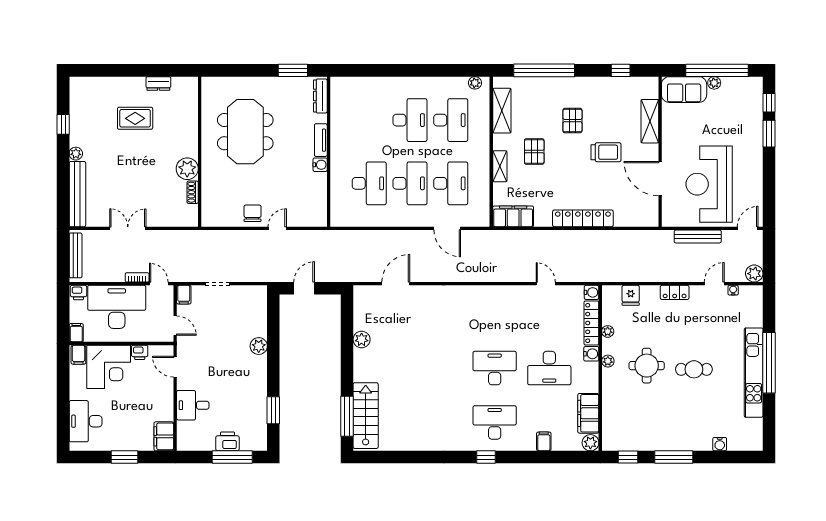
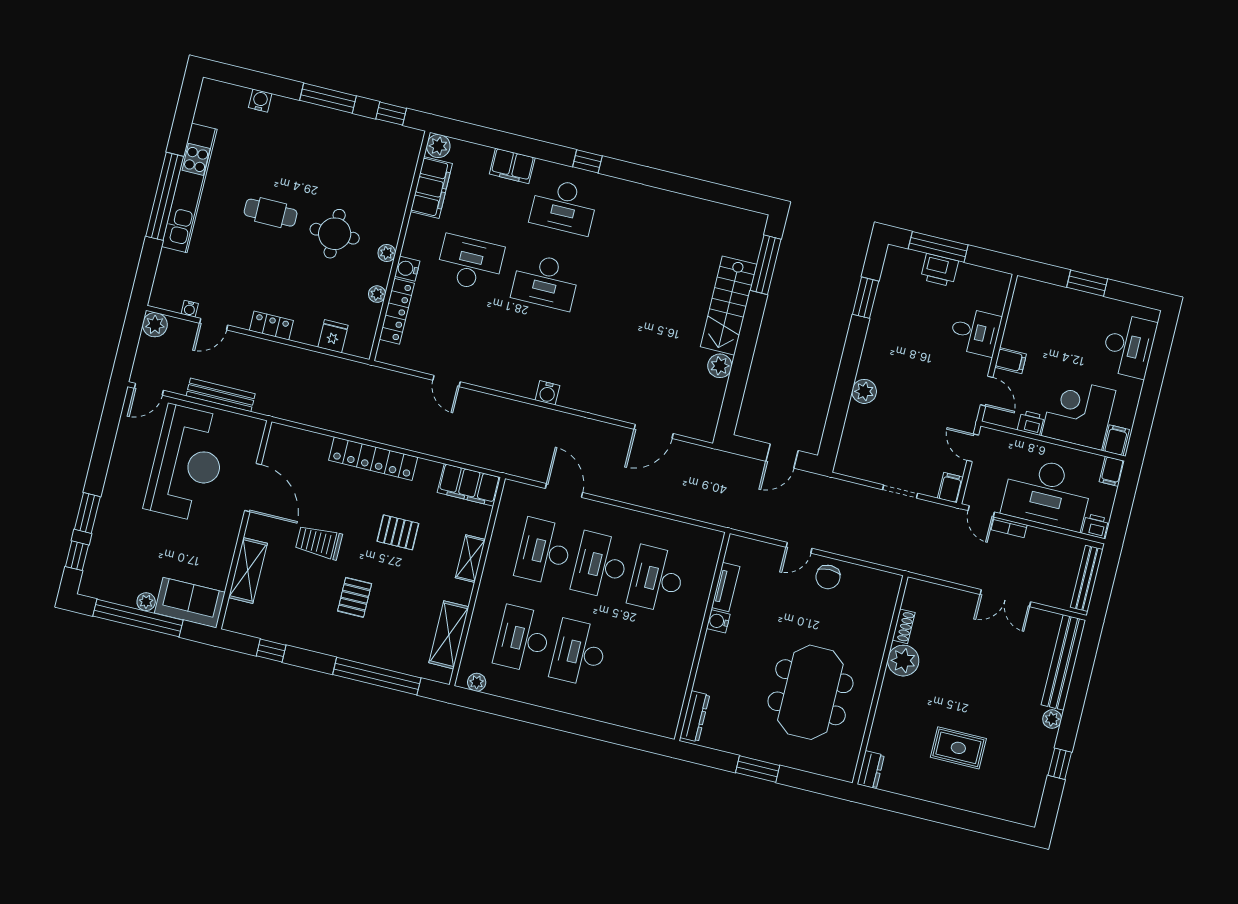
window: (293, 70) -> (758, 769), moved
dresser: (158, 83) -> (871, 770), moved, turned 90
tv unit: (321, 140) -> (726, 587), moved
pallet: (534, 152) -> (398, 532), moved, turned 90
water cooler: (592, 292) -> (547, 393), moved, turned -90
stairs: (366, 416) -> (729, 306), moved
filing cabinet: (164, 436) -> (1011, 361), moved, width x0.50
filing cabinet: (544, 441) -> (512, 166), width x2.00

